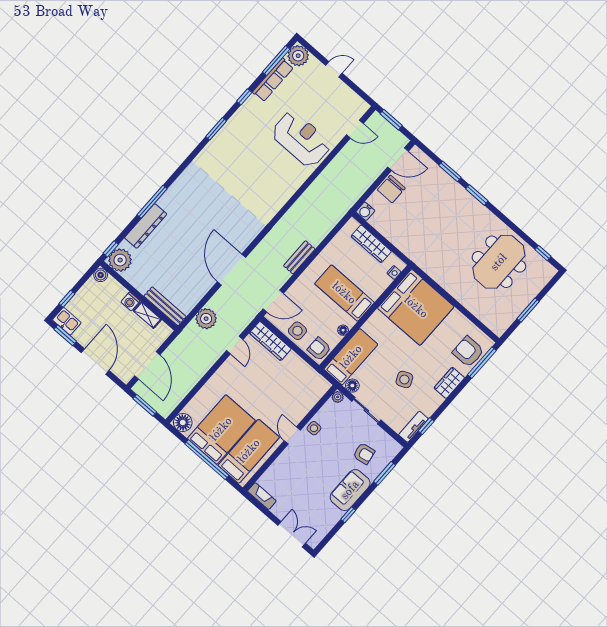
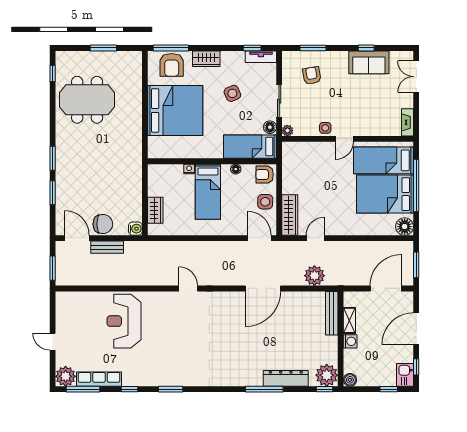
door: (355, 129) -> (188, 288), moved
wardrobe: (371, 244) -> (155, 210), width x0.67
bench: (299, 257) -> (107, 247), moved
nightstand: (394, 273) -> (189, 169), moved
bed: (416, 307) -> (175, 110), moved, turned 90
window: (65, 335) -> (416, 367), width x0.67
armchair: (319, 349) -> (265, 175), turned 90
sofa: (350, 490) -> (369, 62), moved

